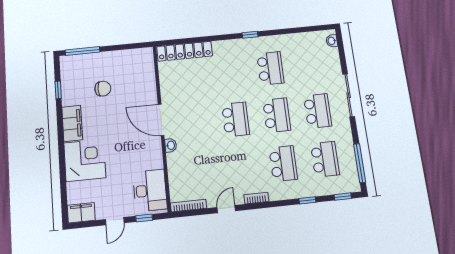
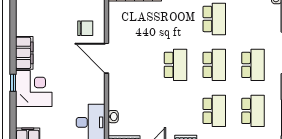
chair: (103, 89) -> (85, 28), moved
window: (58, 90) -> (13, 83), moved
washbasin: (171, 145) -> (113, 117), moved

